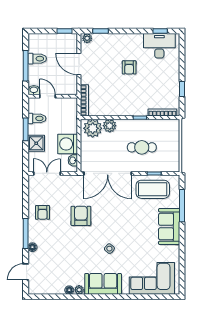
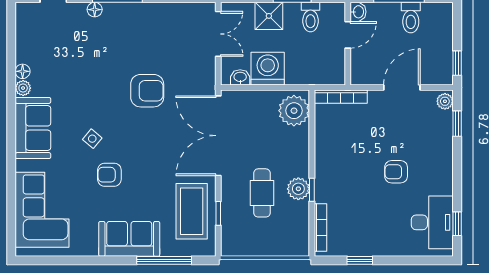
plant: (110, 126) -> (298, 189), moved
armchair: (43, 212) -> (109, 175), moved

